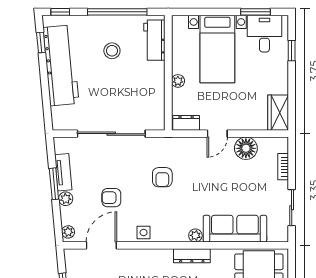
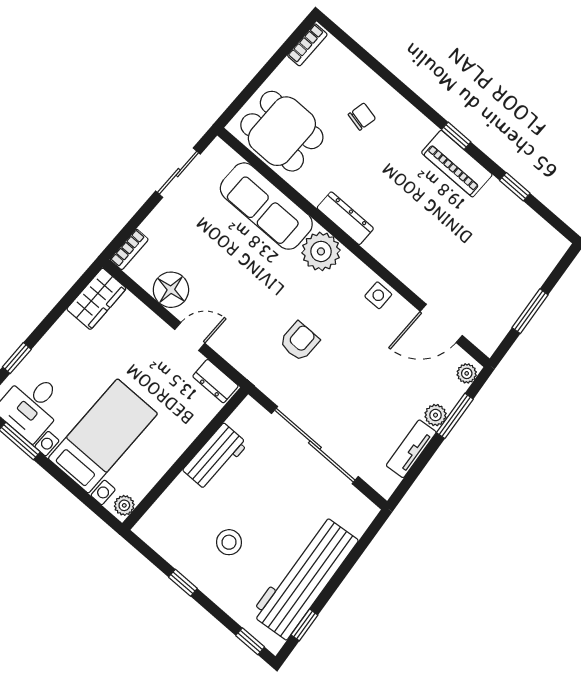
window: (117, 12) -> (183, 583), width x0.32
workbench: (154, 40) -> (215, 457), moved
plant: (178, 81) -> (124, 505), moved
bookcase: (283, 167) -> (129, 249), moved
window: (54, 184) -> (455, 416), moved
armchair: (111, 198) -> (380, 370), removed
plant: (195, 235) -> (321, 251), width x1.87, depth x1.87

